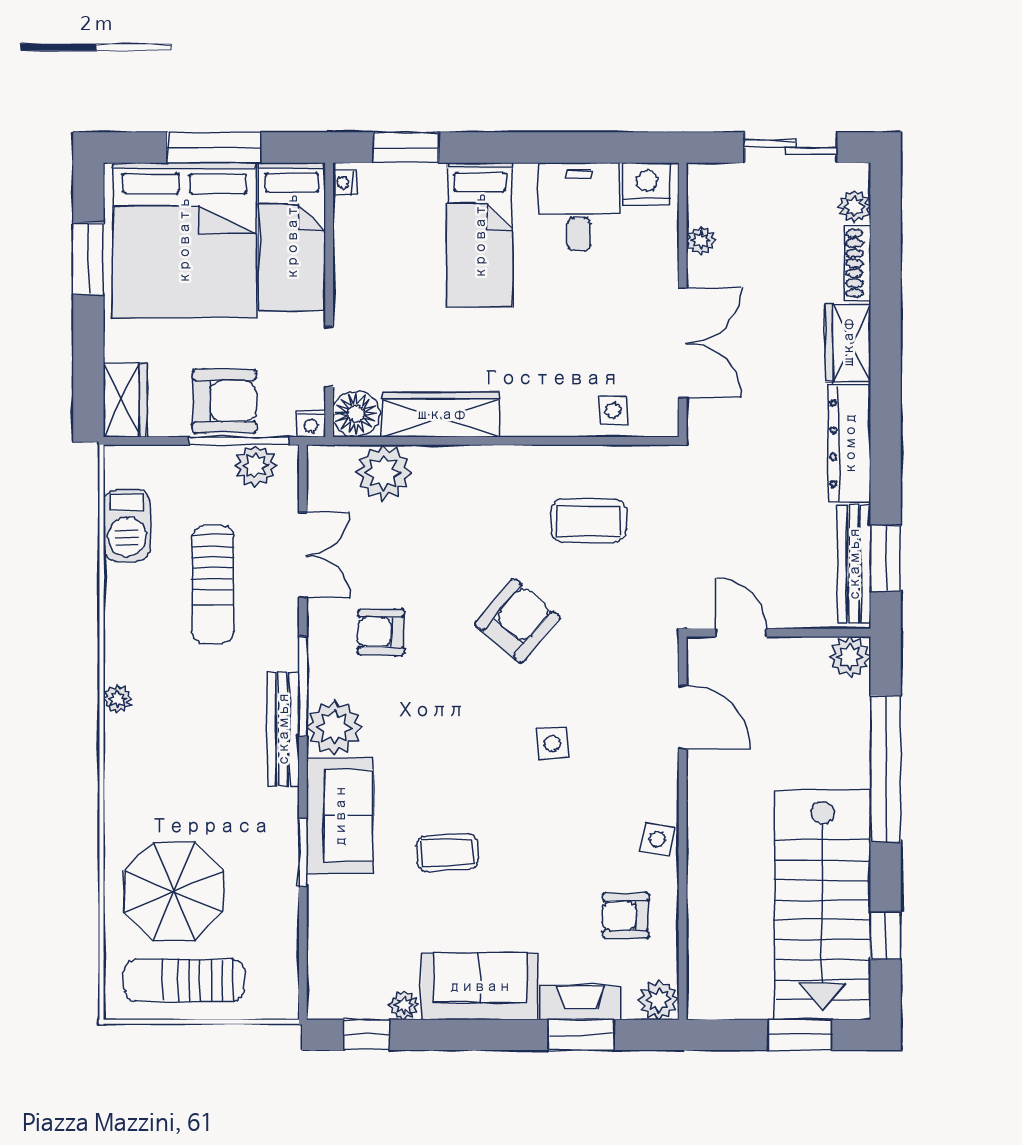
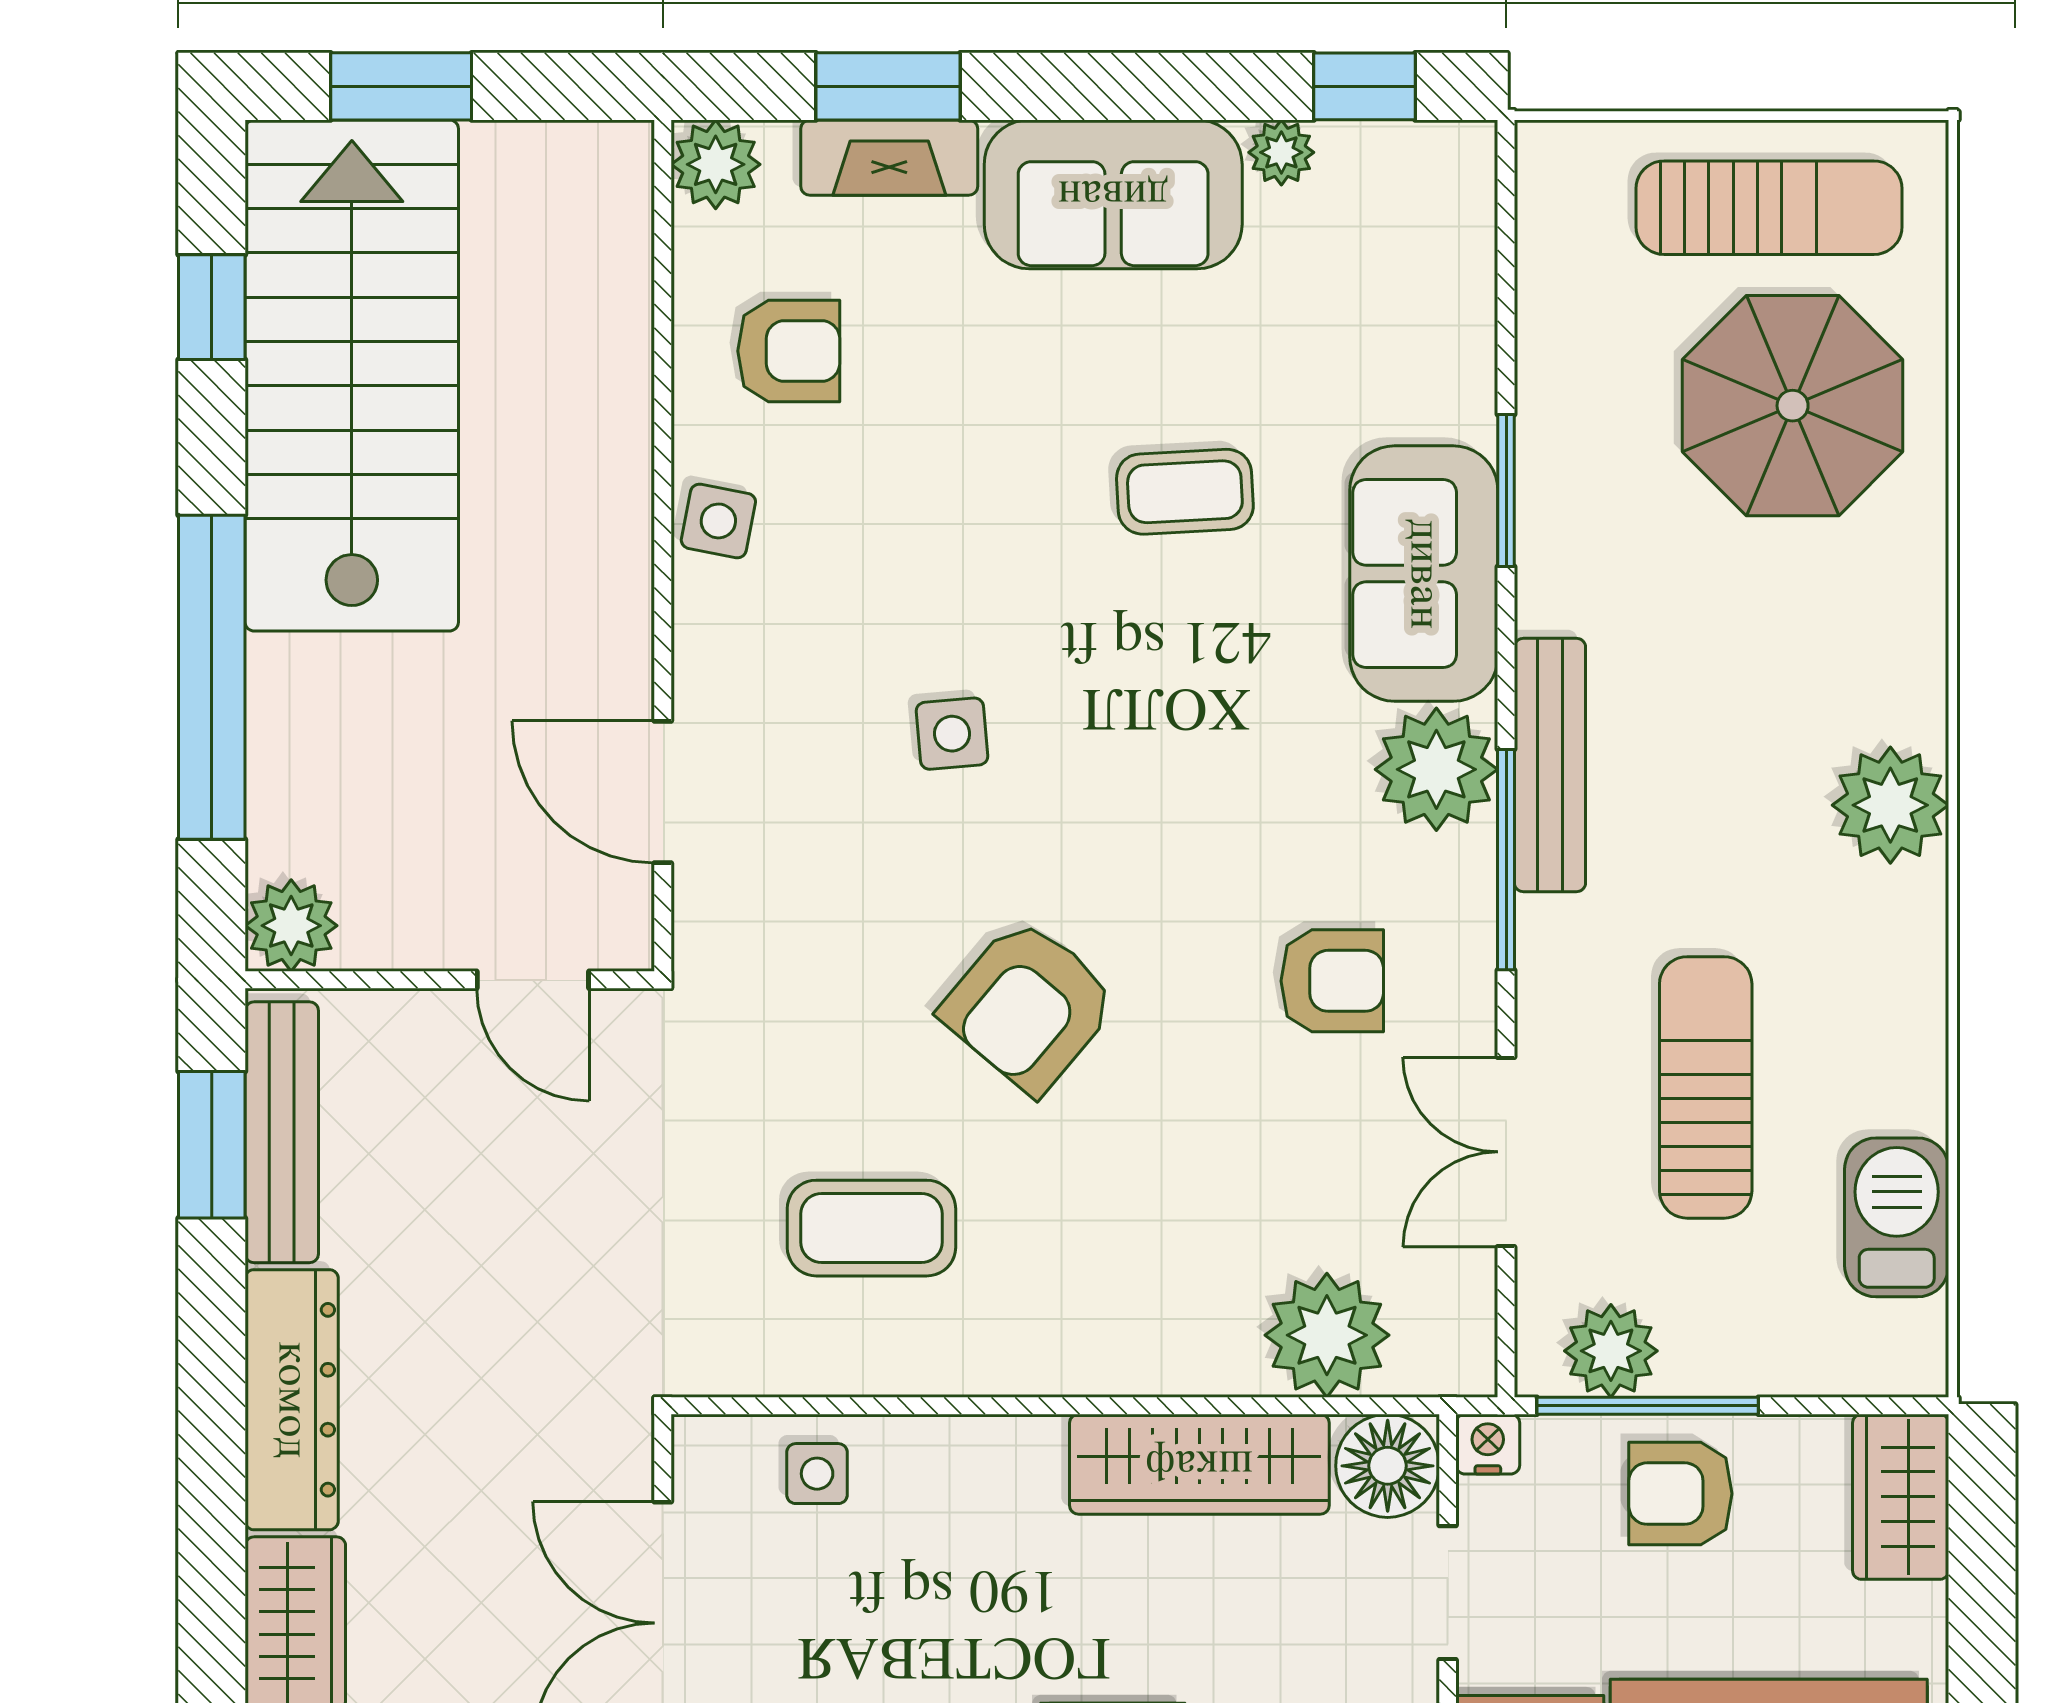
armchair: (224, 401) -> (1680, 1494), width x0.72, depth x0.72
plant: (117, 699) -> (1890, 805), width x1.87, depth x1.87

